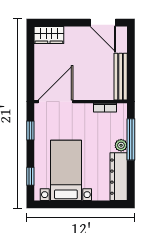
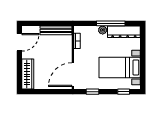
wardrobe: (49, 35) -> (28, 74), width x1.50
door: (55, 102) -> (73, 75), hinge flipped
window: (131, 139) -> (111, 23), moved

